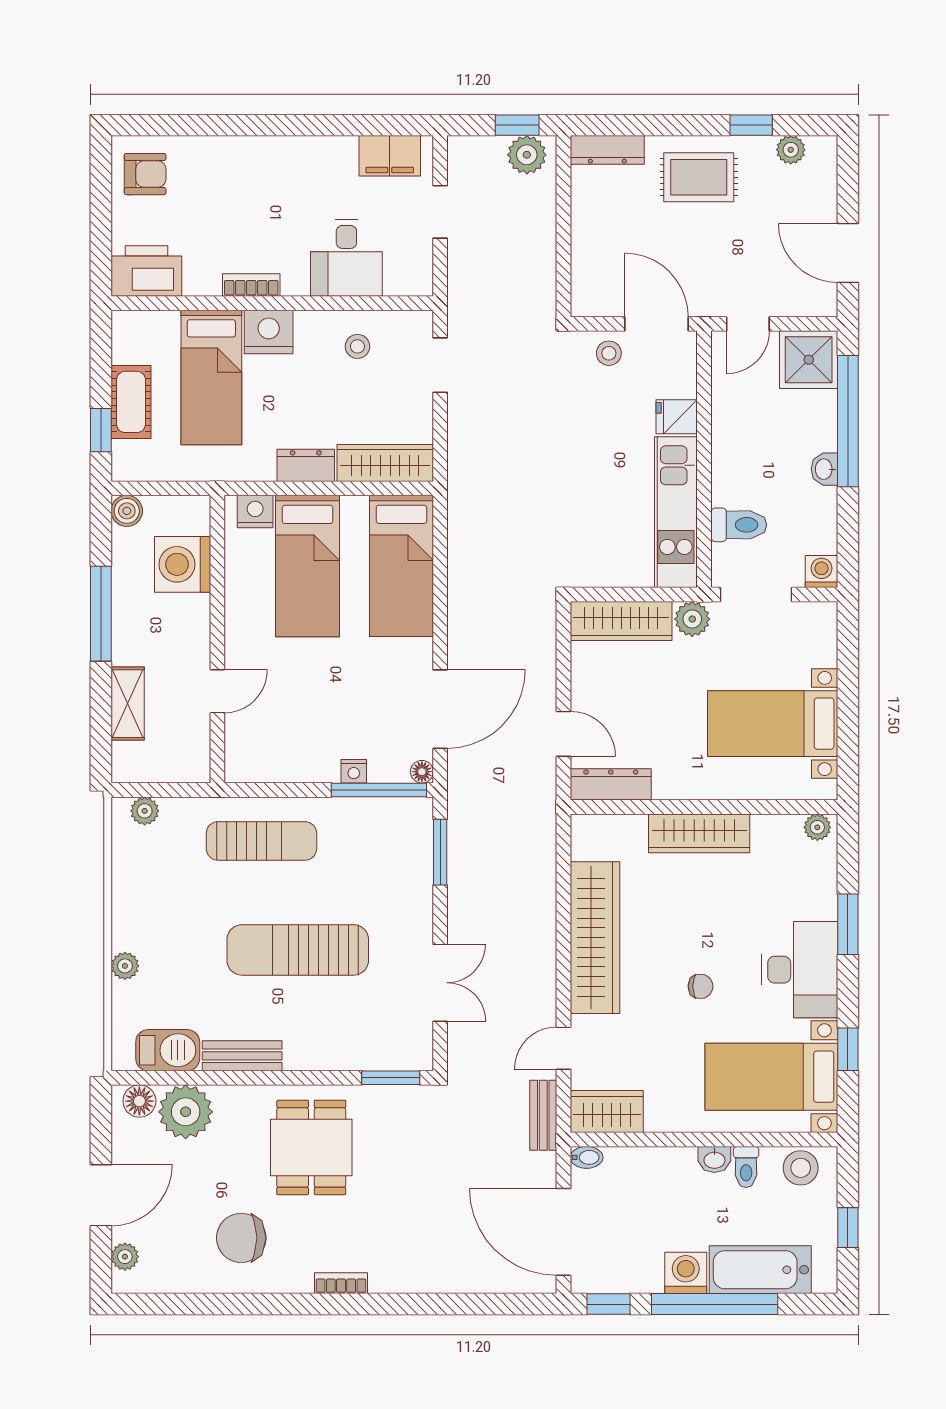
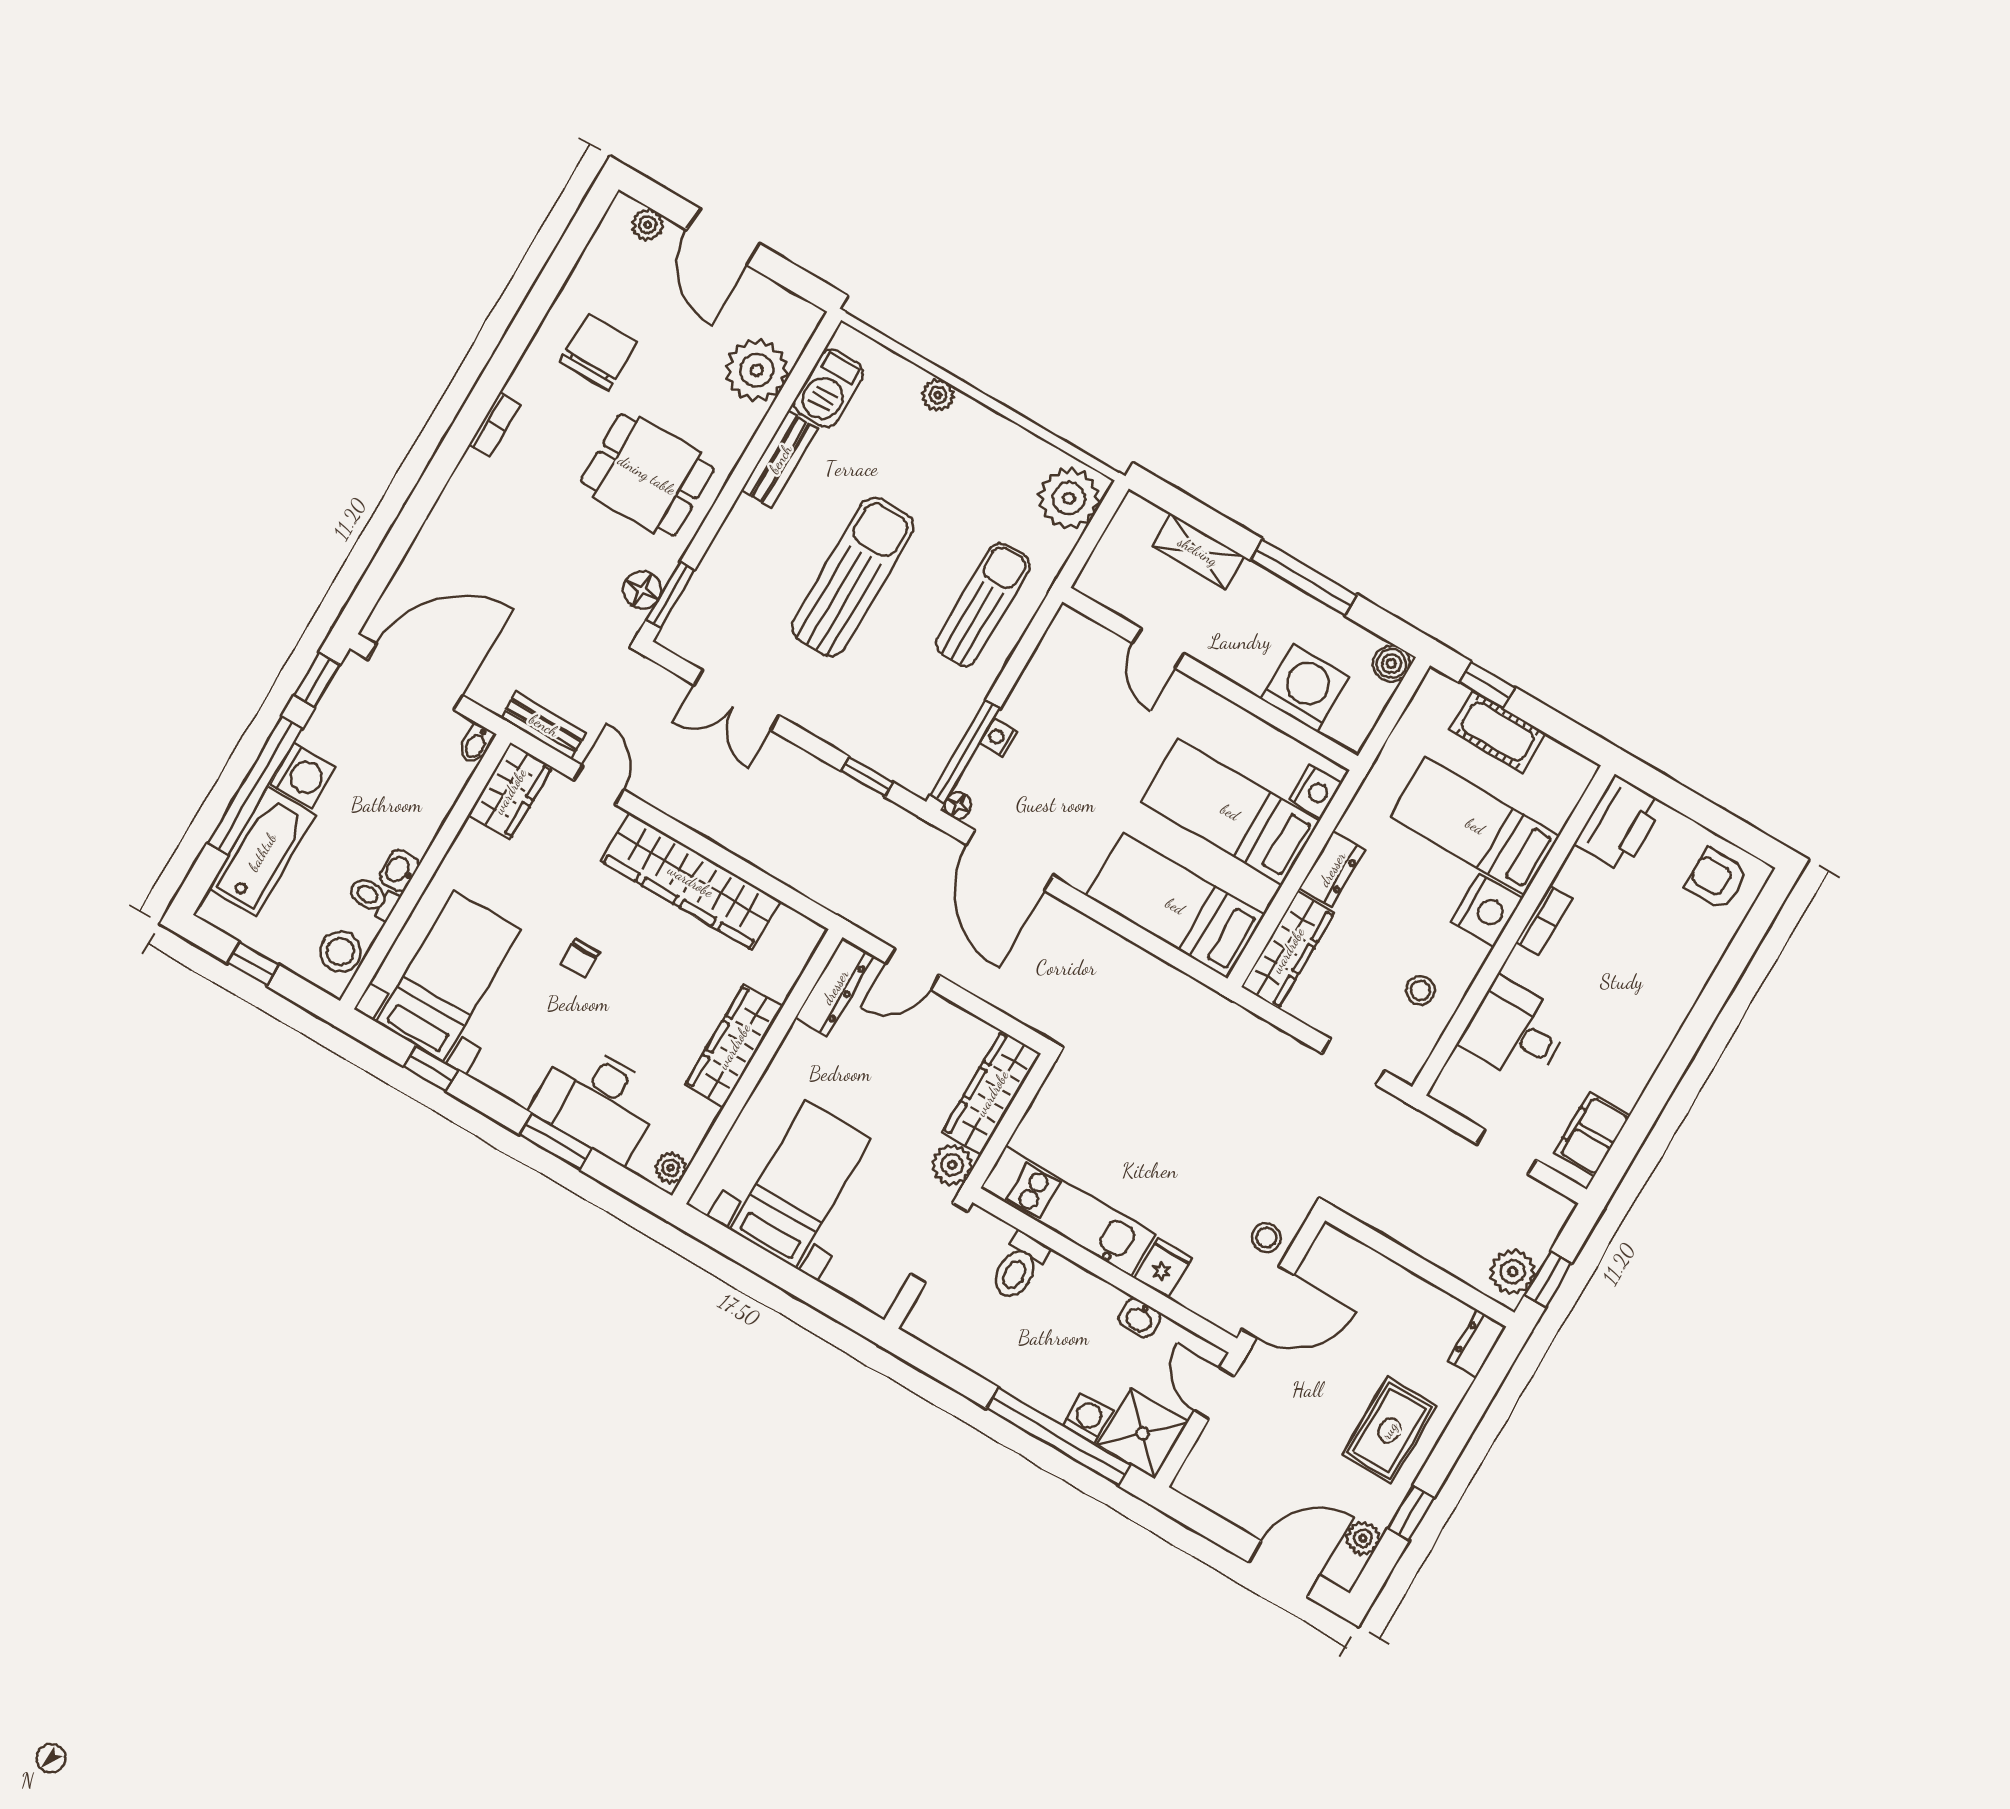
dresser: (607, 150) -> (1477, 1344), width x0.70
armchair: (145, 174) -> (1717, 879), turned 90
door: (848, 253) -> (1284, 1569), moved
washbasin: (824, 469) -> (1140, 1318), moved, turned 180
washing machine: (822, 572) -> (1087, 1418), moved, turned -90
plant: (145, 811) -> (1069, 498), width x1.88, depth x1.88
sun lounger: (261, 841) -> (983, 605), turned 180
window: (440, 852) -> (867, 777), width x0.67
desk: (800, 970) -> (598, 1101), moved
floor lamp: (139, 1101) -> (642, 590), moved

